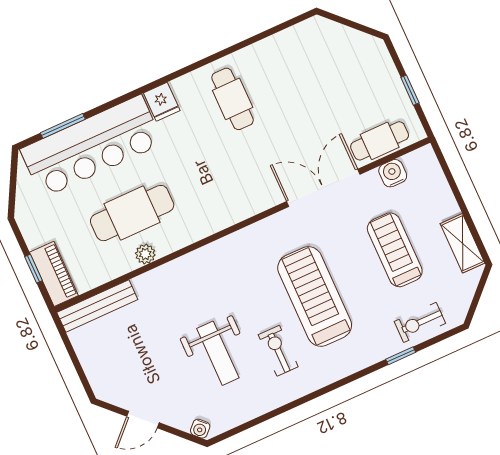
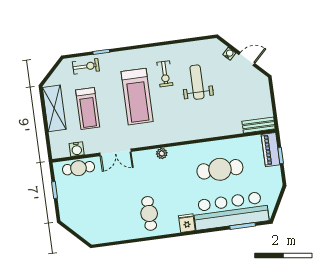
double door: (323, 188) -> (115, 152), width x0.73
shelving: (463, 243) -> (54, 108), width x1.50, depth x1.33
plant: (145, 254) -> (162, 153), moved
bench: (97, 306) -> (259, 125), width x0.73
water cooler: (200, 429) -> (229, 54), moved

